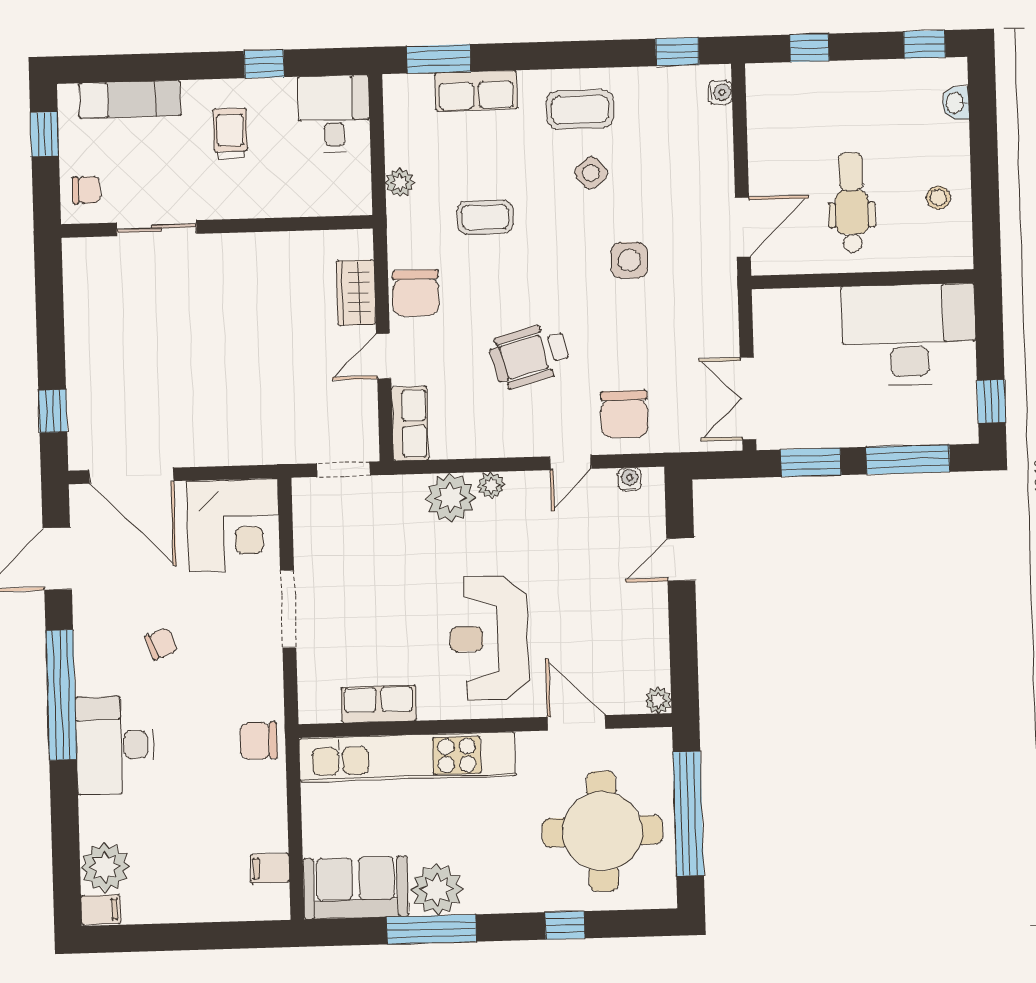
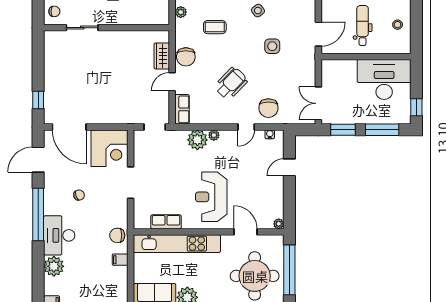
wheelchair: (530, 355) -> (231, 83), turned 149
plant: (105, 867) -> (54, 266), moved
filing cabinet: (270, 868) -> (120, 260), moved

